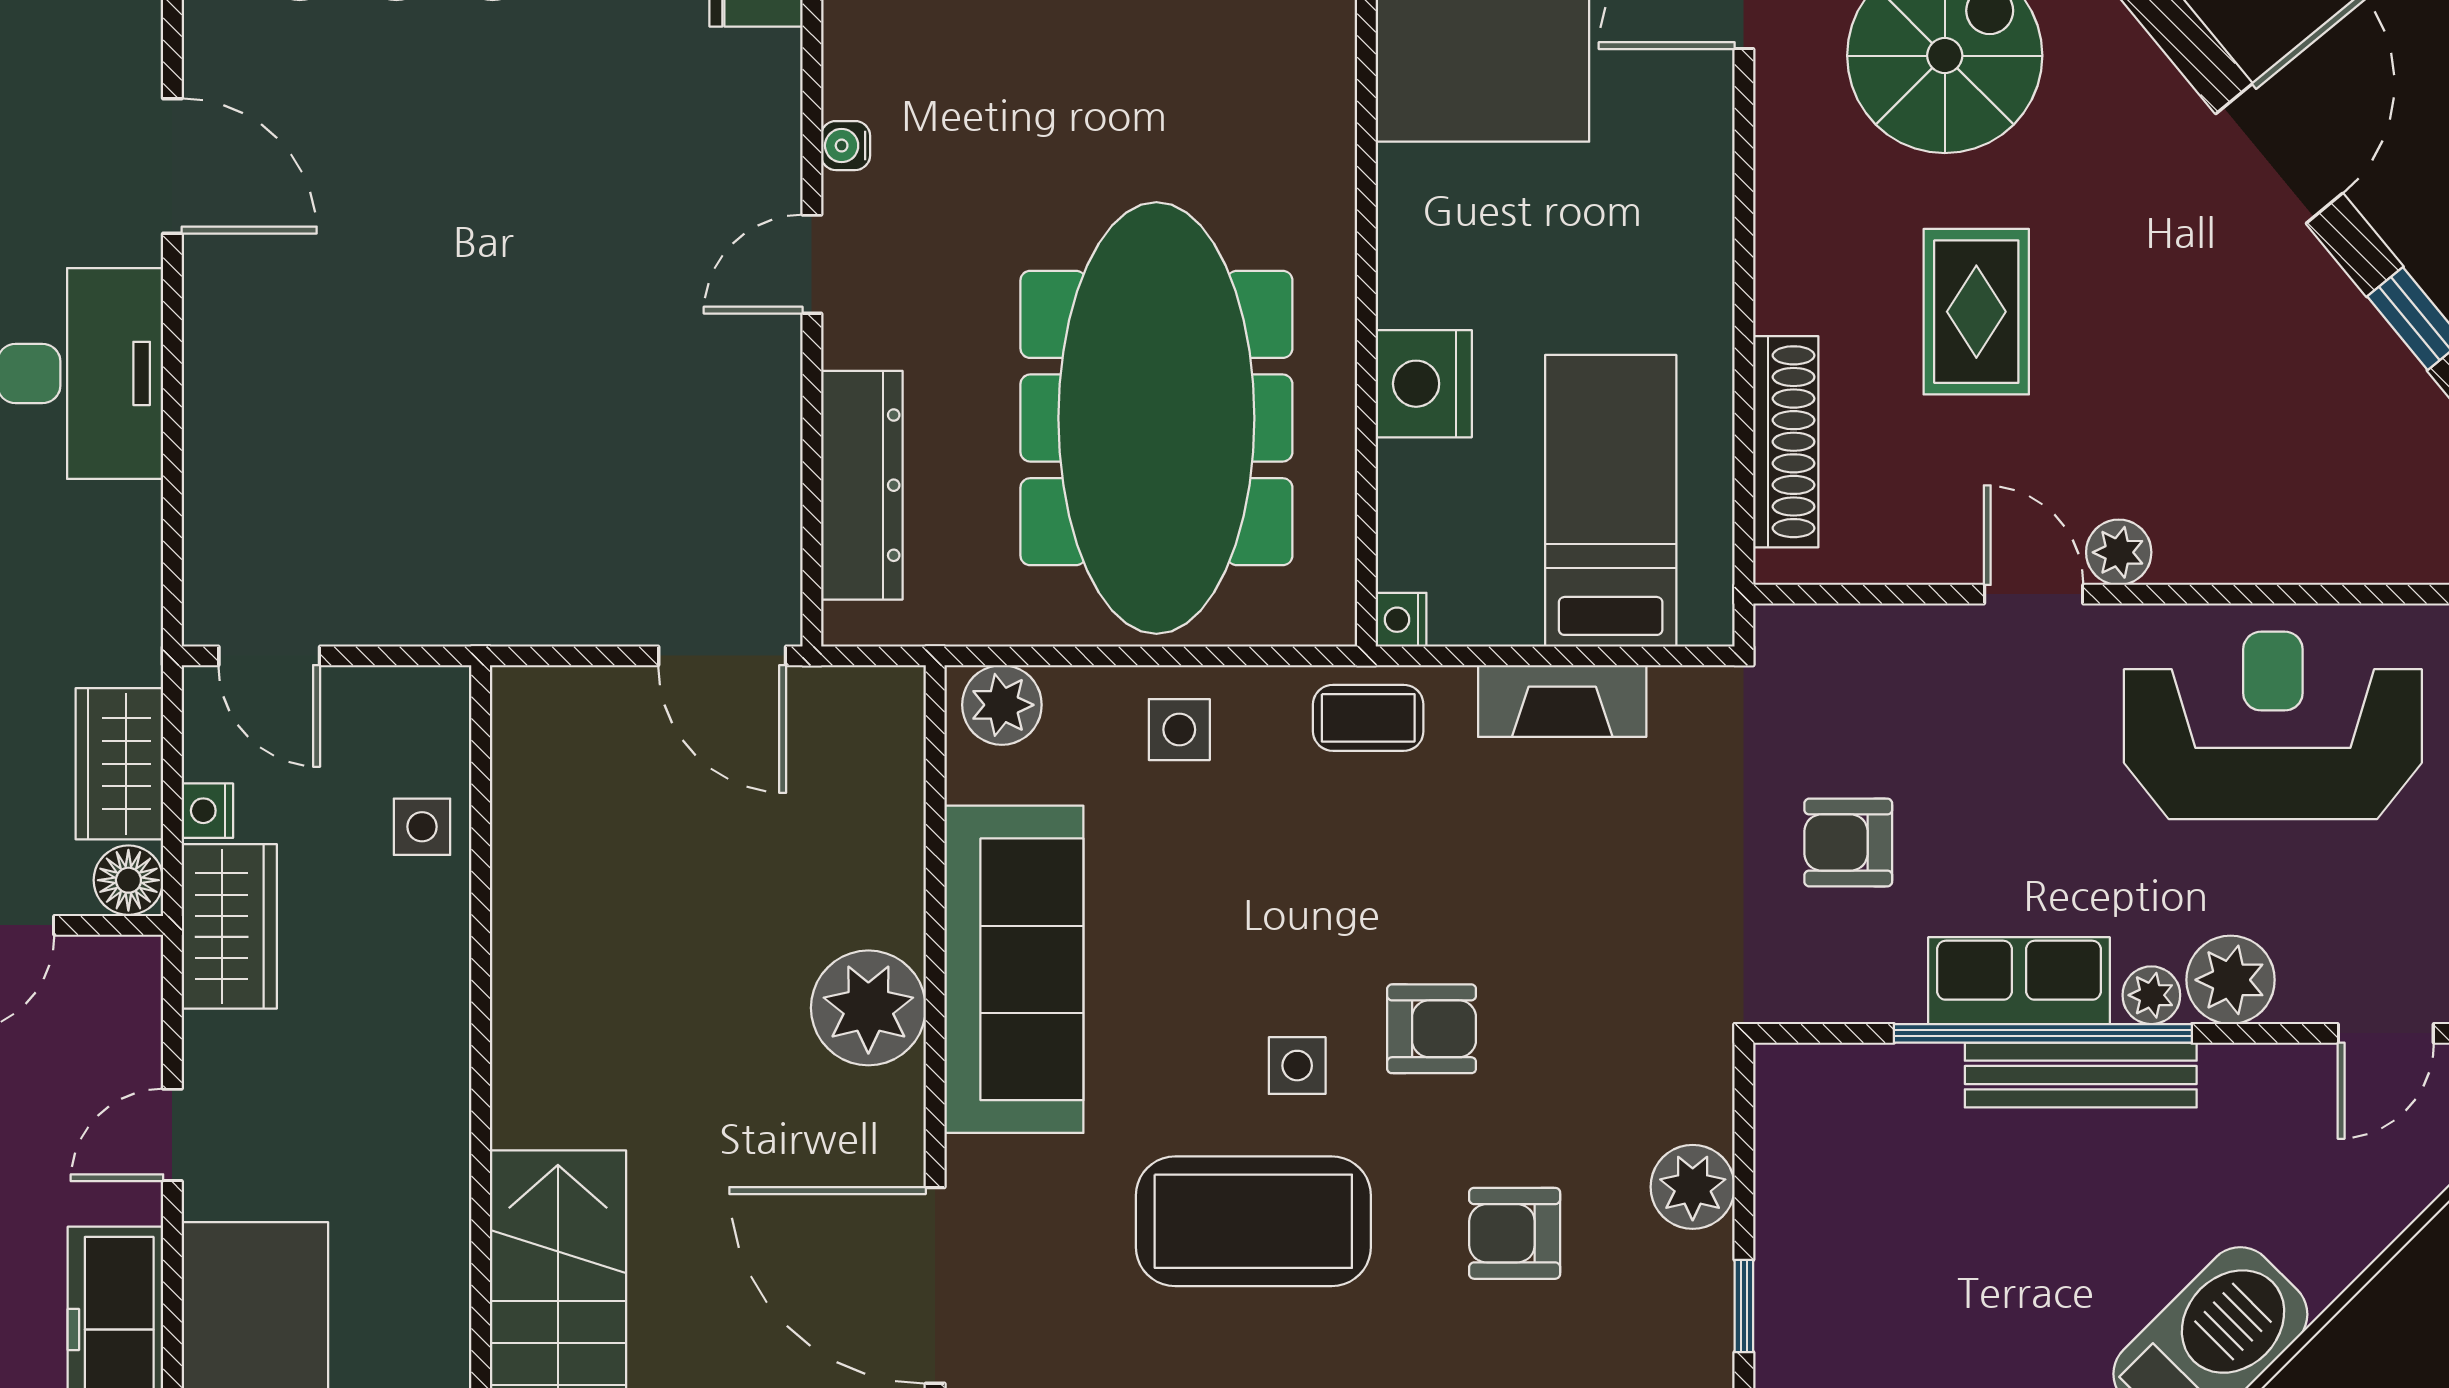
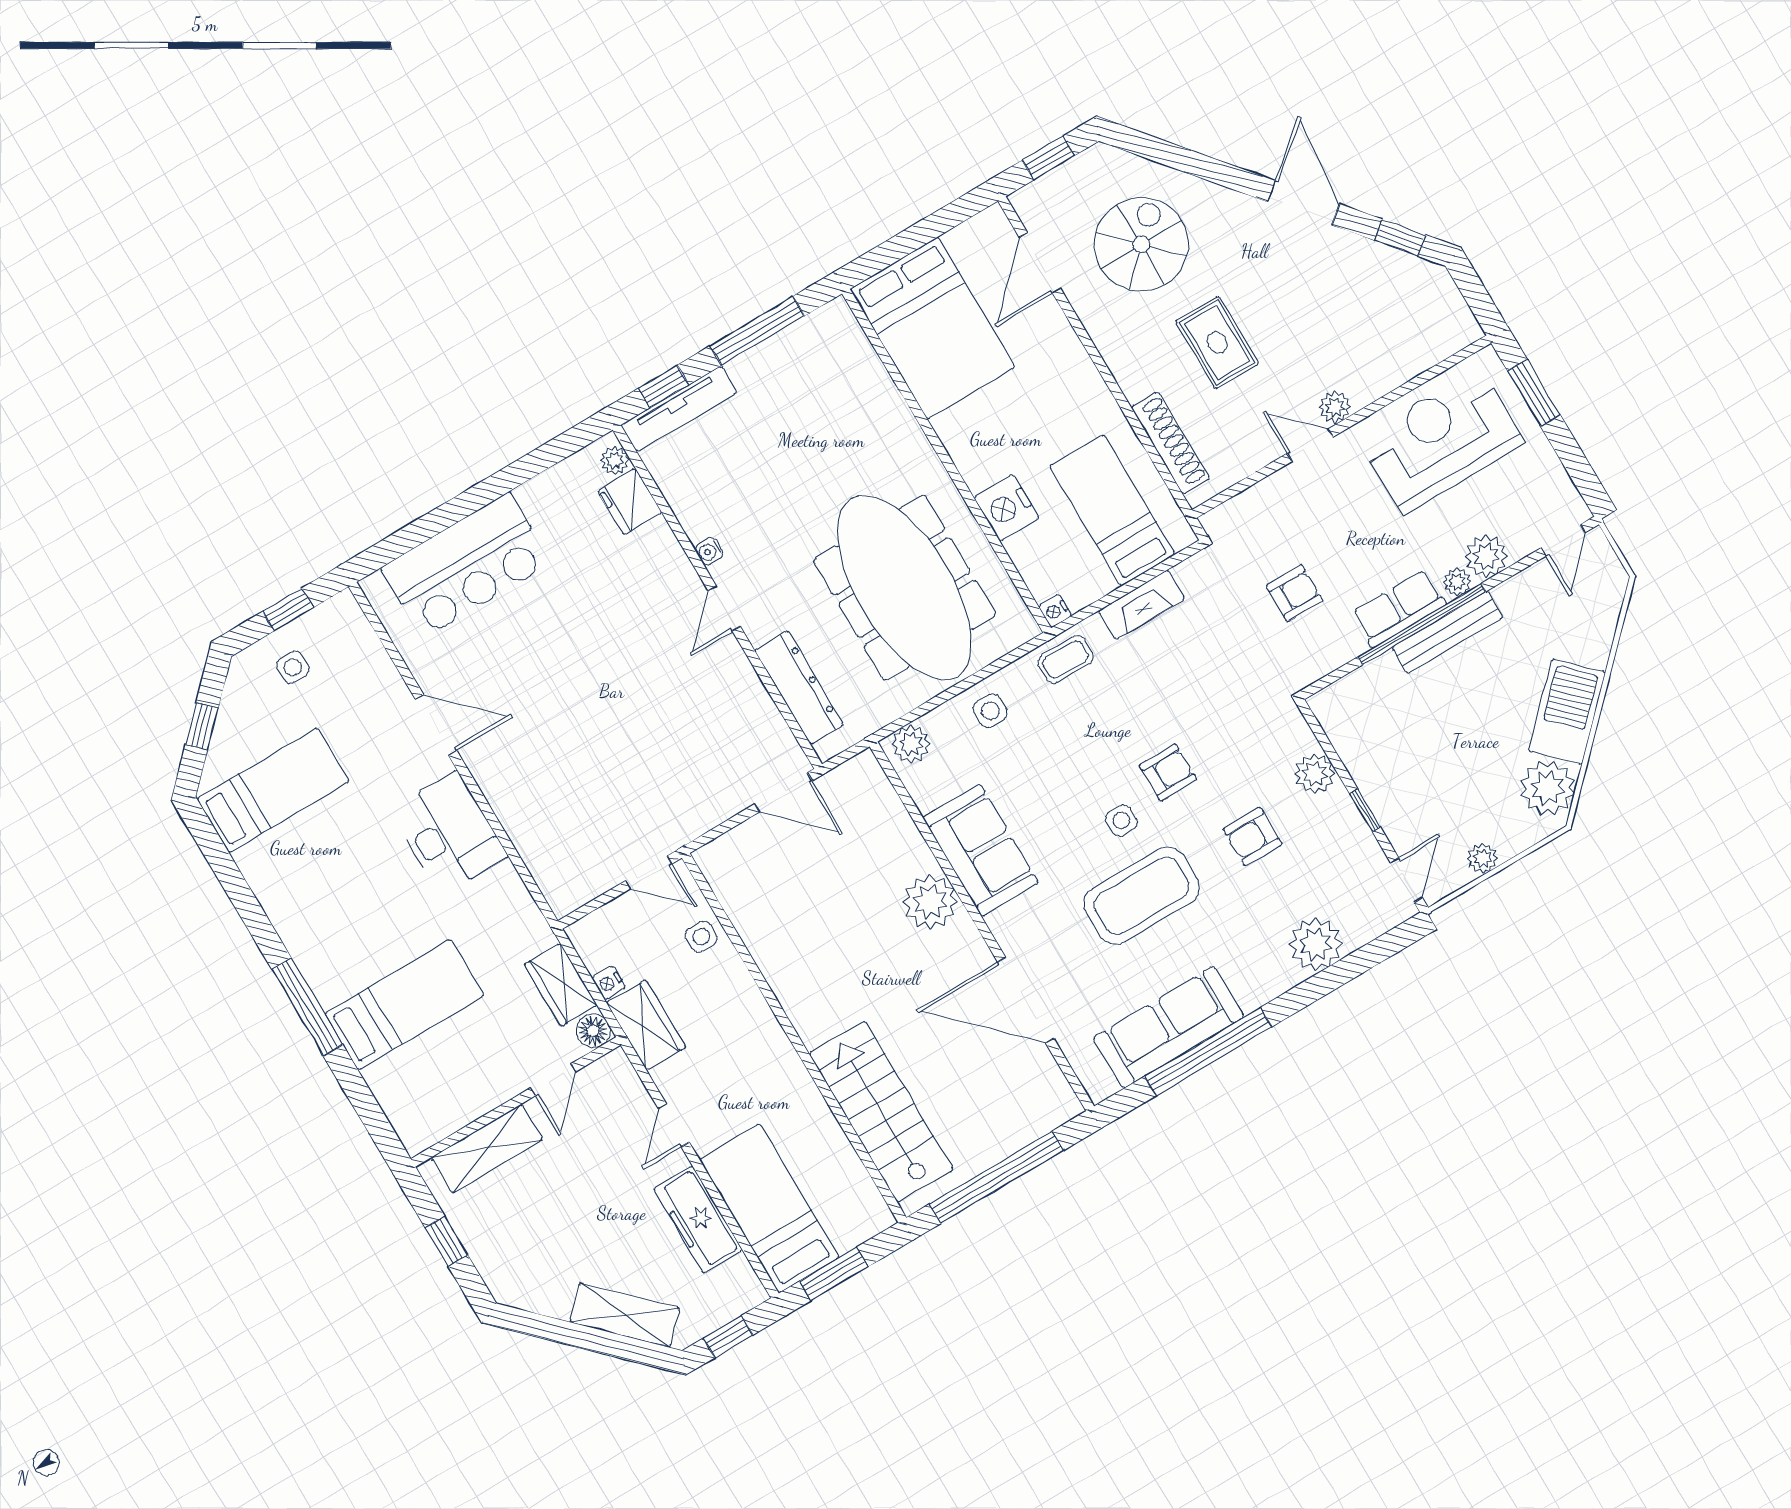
door: (269, 656) -> (649, 872), moved
armchair: (1848, 843) -> (1294, 593), turned 180
sofa: (1014, 969) -> (981, 850), width x0.73

